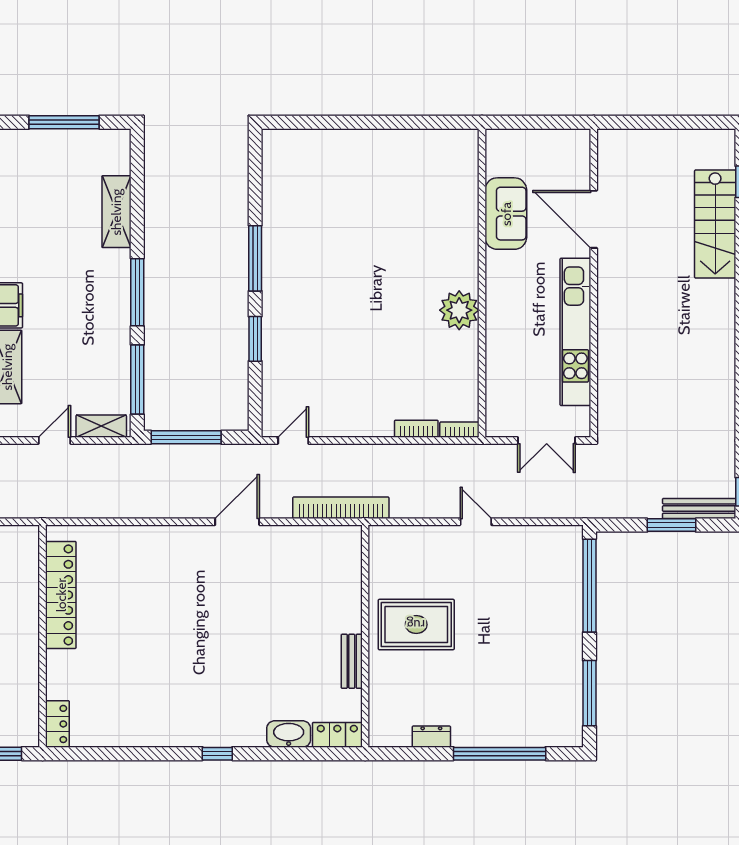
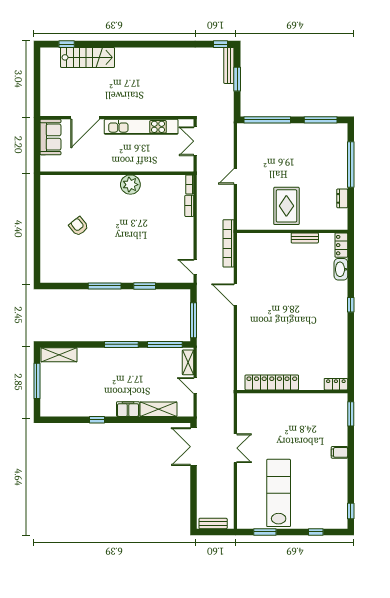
armchair: (375, 206) -> (79, 226), added
shelving: (116, 212) -> (59, 355), moved
sofa: (506, 214) -> (50, 137), moved, turned 90
double door: (547, 440) -> (195, 141), swing flipped

